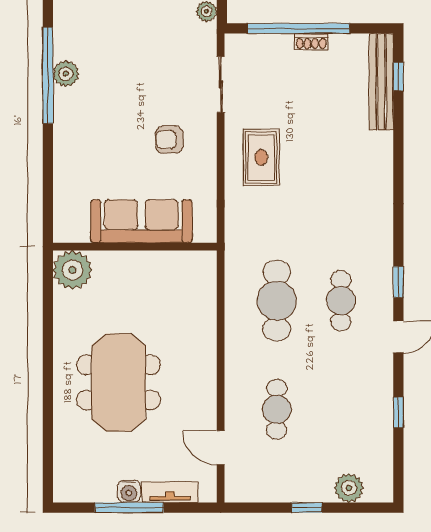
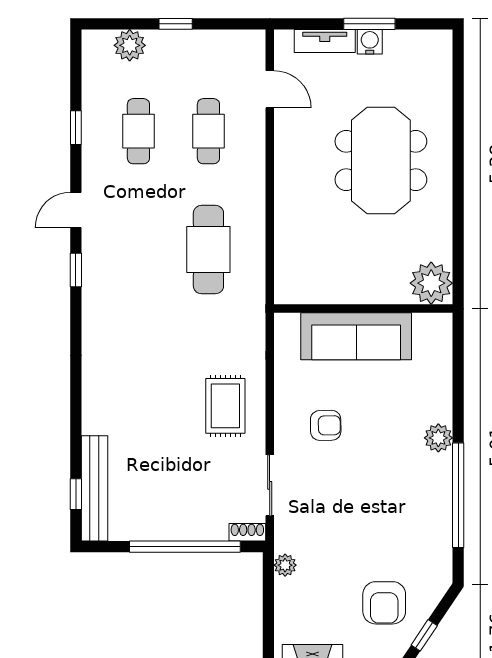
shoe rack: (311, 42) -> (247, 532), moved
plant: (66, 74) -> (438, 438), moved
cafe table: (341, 301) -> (138, 131), moved
window: (129, 508) -> (369, 24), width x0.69

